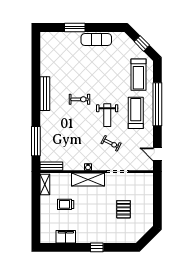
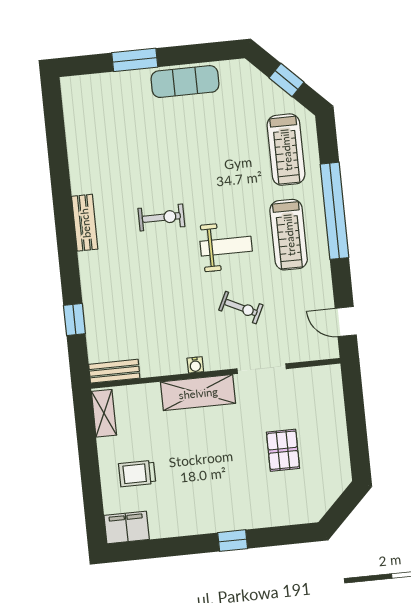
bench: (45, 94) -> (85, 223), width x0.73
treadmill: (136, 113) -> (289, 235), turned 180
weight bench: (107, 115) -> (226, 246), turned -90
window: (36, 141) -> (74, 319), width x0.46
trolley: (66, 204) -> (137, 474), moved
filing cabinet: (66, 237) -> (127, 527), moved

